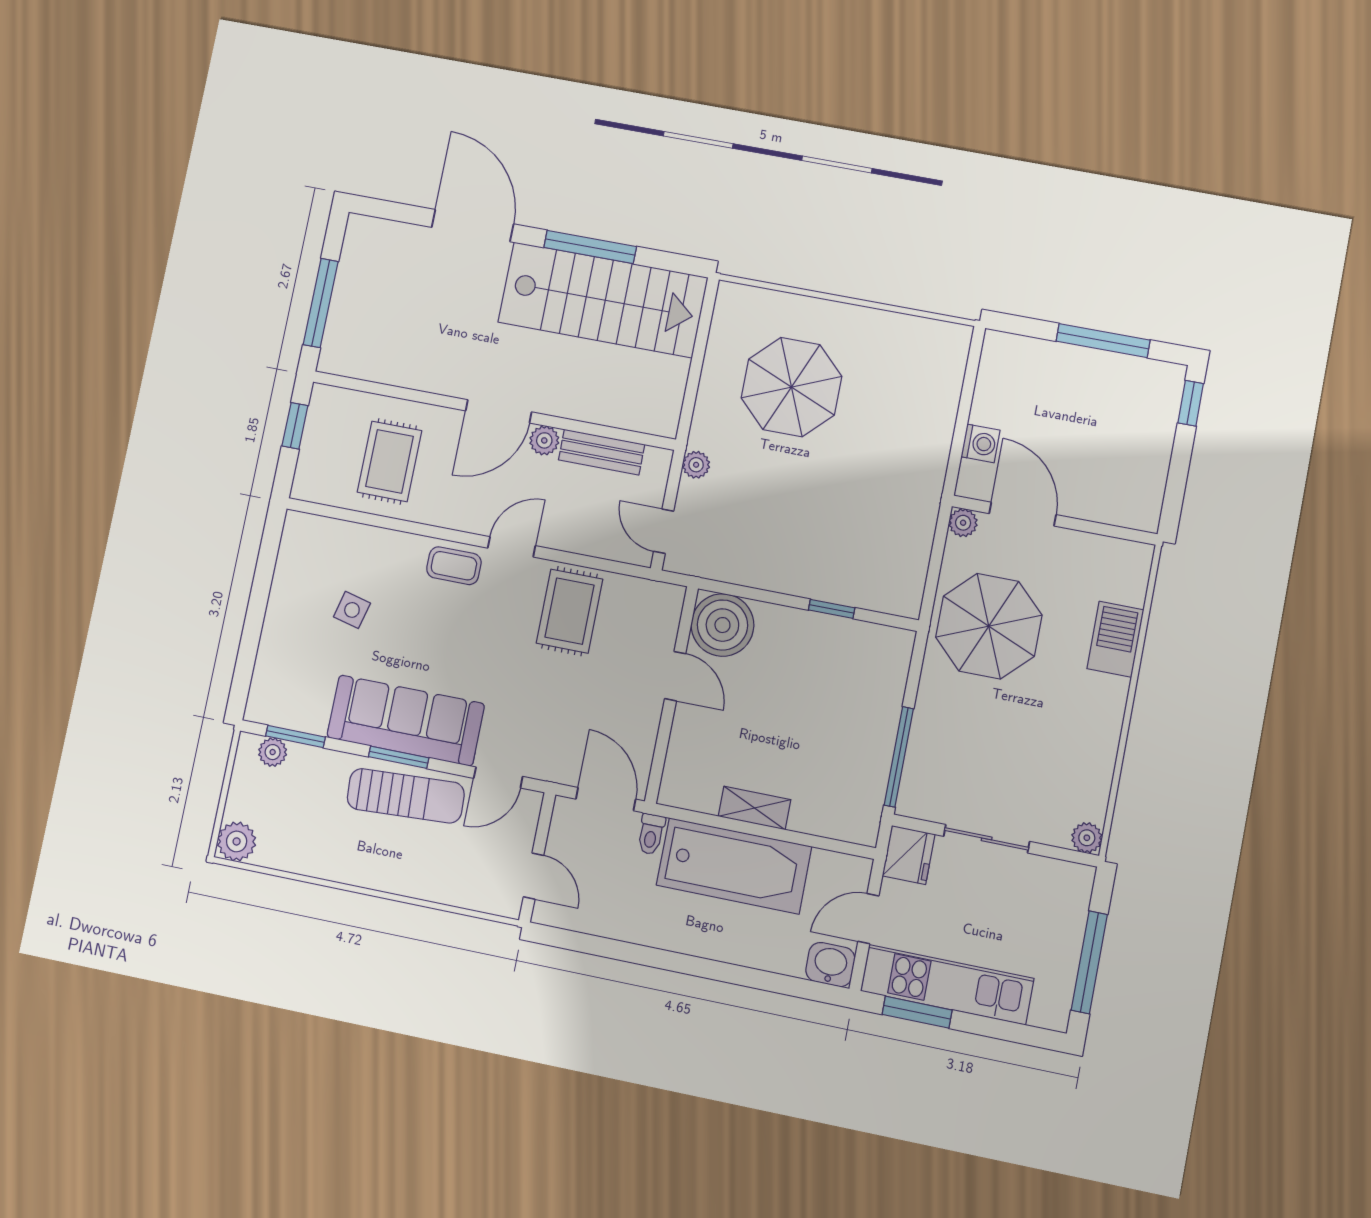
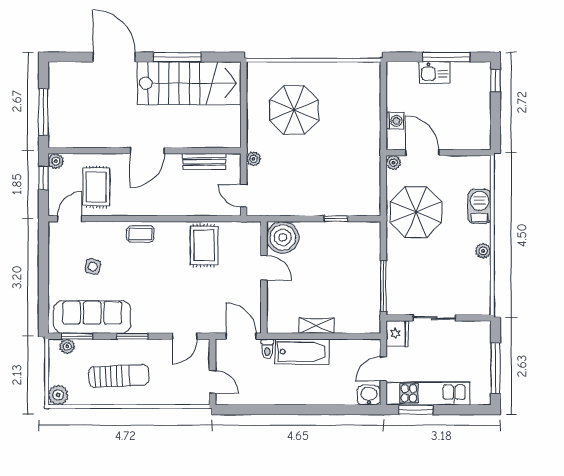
kitchen sink: (1075, 366) -> (434, 73), added
plant: (544, 440) -> (56, 161), moved
door: (512, 547) -> (70, 219), moved
sofa: (406, 721) -> (92, 317), moved
sun lounger: (406, 796) -> (119, 376), moved
plant: (1087, 838) -> (483, 251), moved
bathtub: (734, 866) -> (302, 352), width x0.73, depth x0.73

